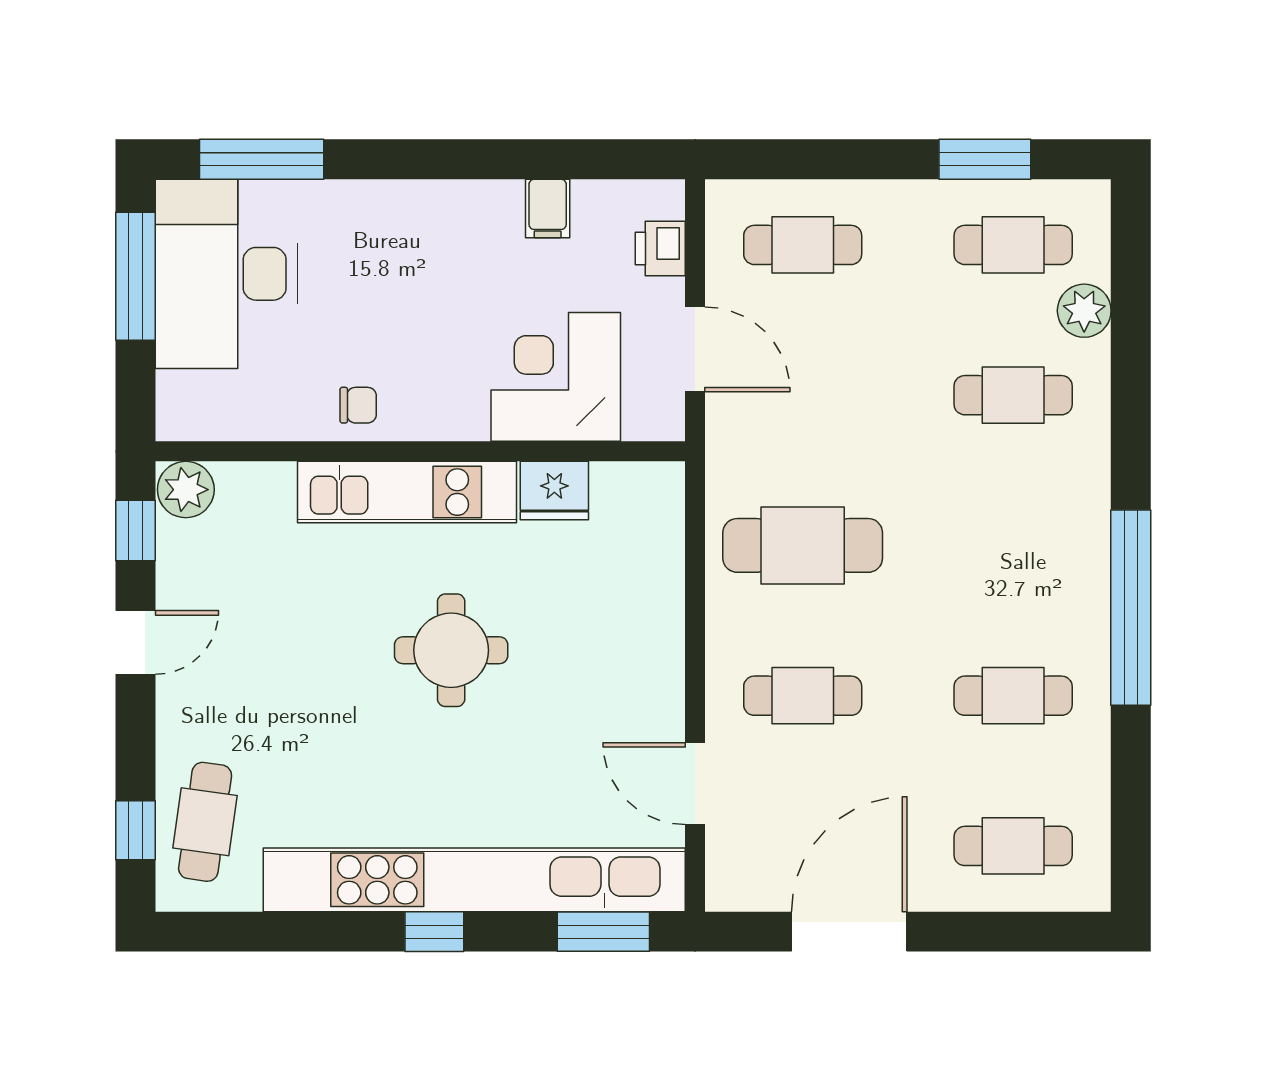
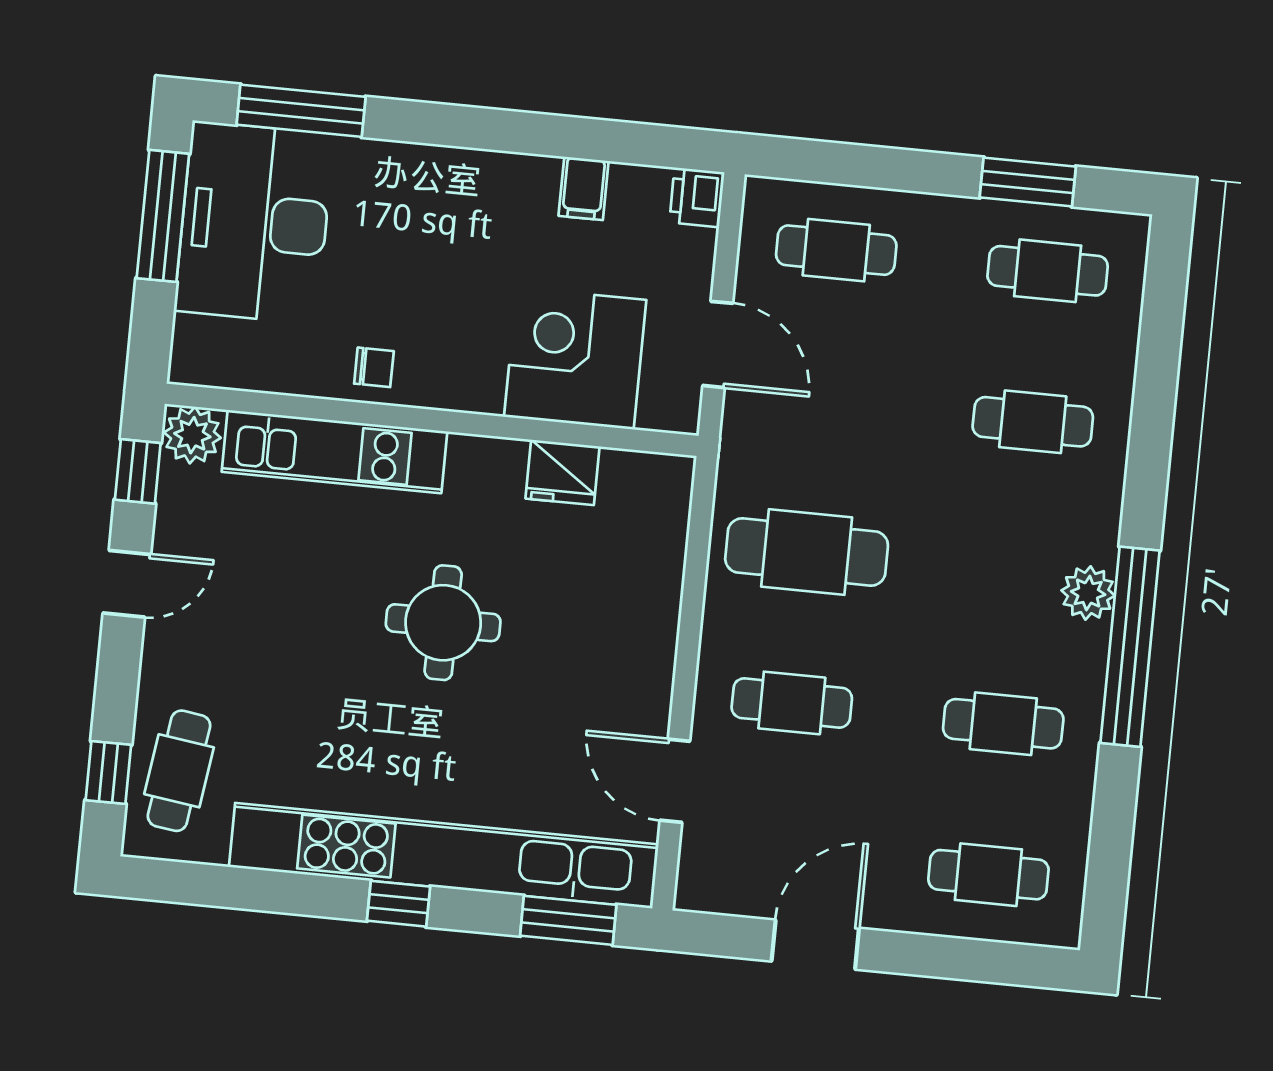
printer: (660, 249) -> (697, 197), moved
plant: (1084, 311) -> (1088, 593), moved
kitchen unit: (407, 492) -> (334, 452), moved
door: (849, 932) -> (815, 945), width x0.73

